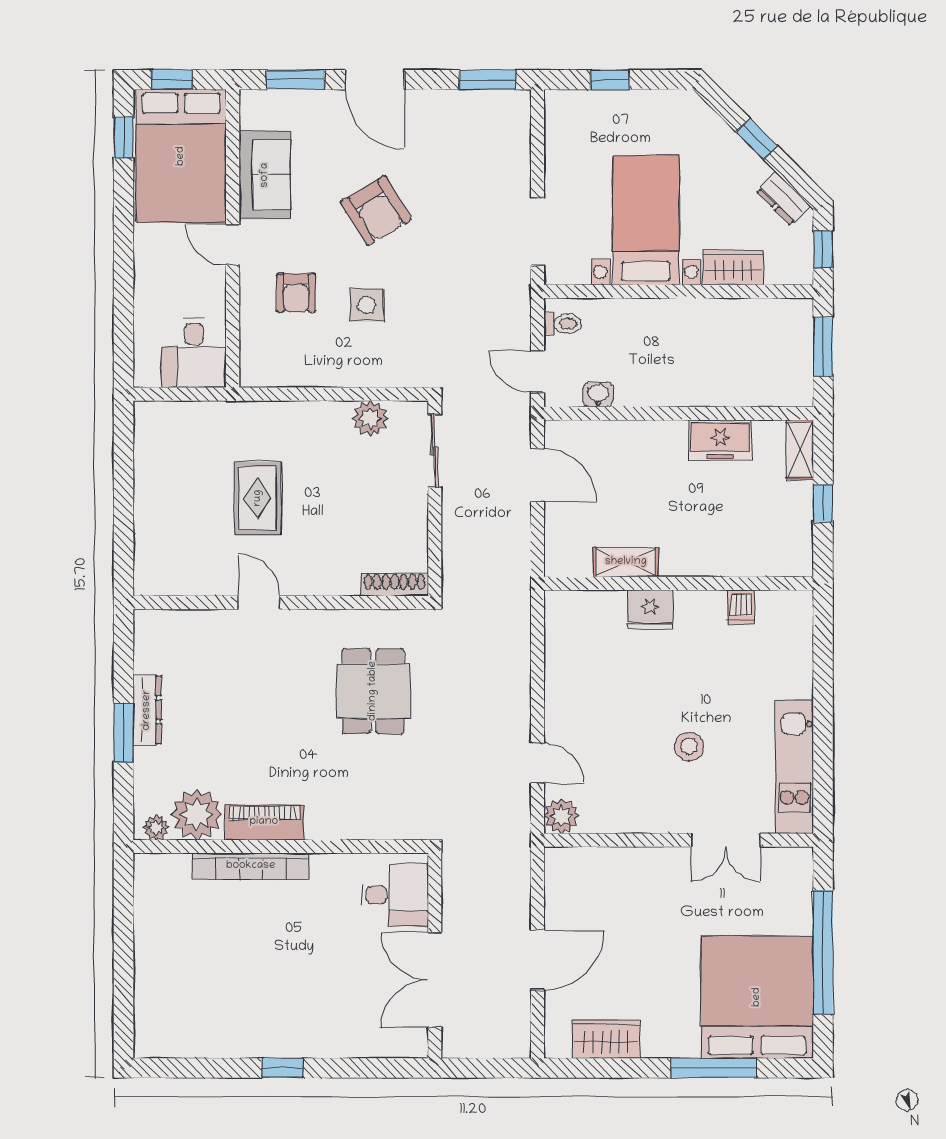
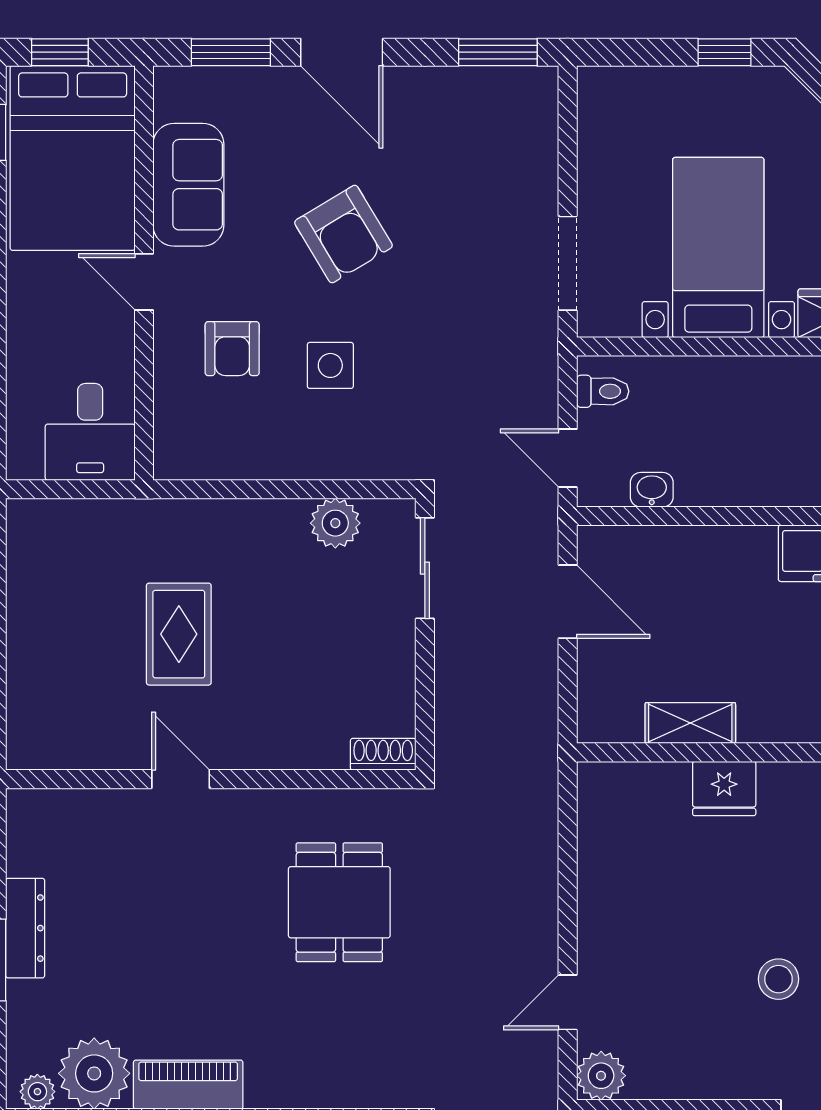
window: (610, 80) -> (724, 52), moved
shoe rack: (395, 585) -> (383, 754), width x0.70
door: (537, 763) -> (568, 1002), swing flipped

